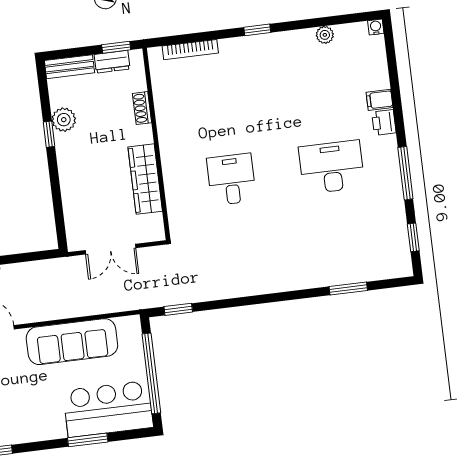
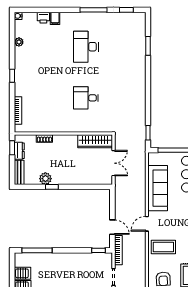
printer: (384, 122) -> (43, 18), moved
wardrobe: (145, 179) -> (95, 141), moved

